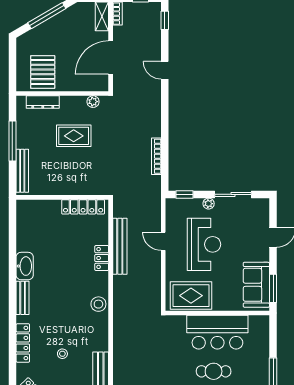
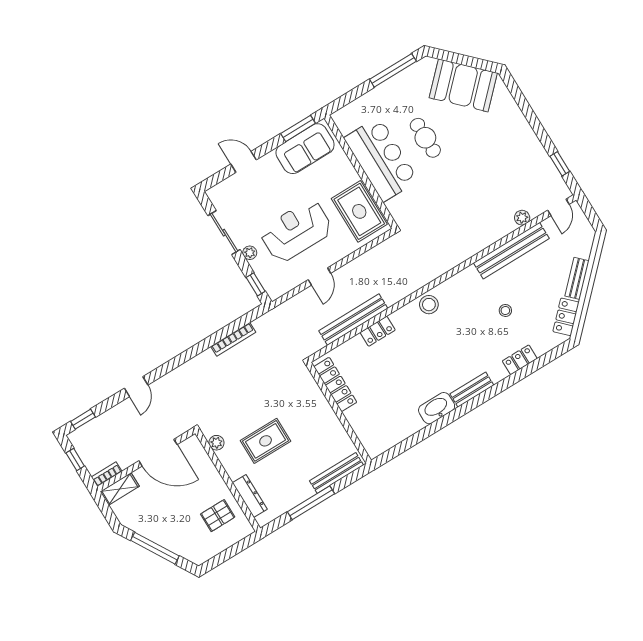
pallet: (43, 72) -> (218, 516), width x0.67, depth x0.71
rug: (74, 136) -> (266, 441), turned 90
locker: (23, 343) -> (520, 360), width x0.66

